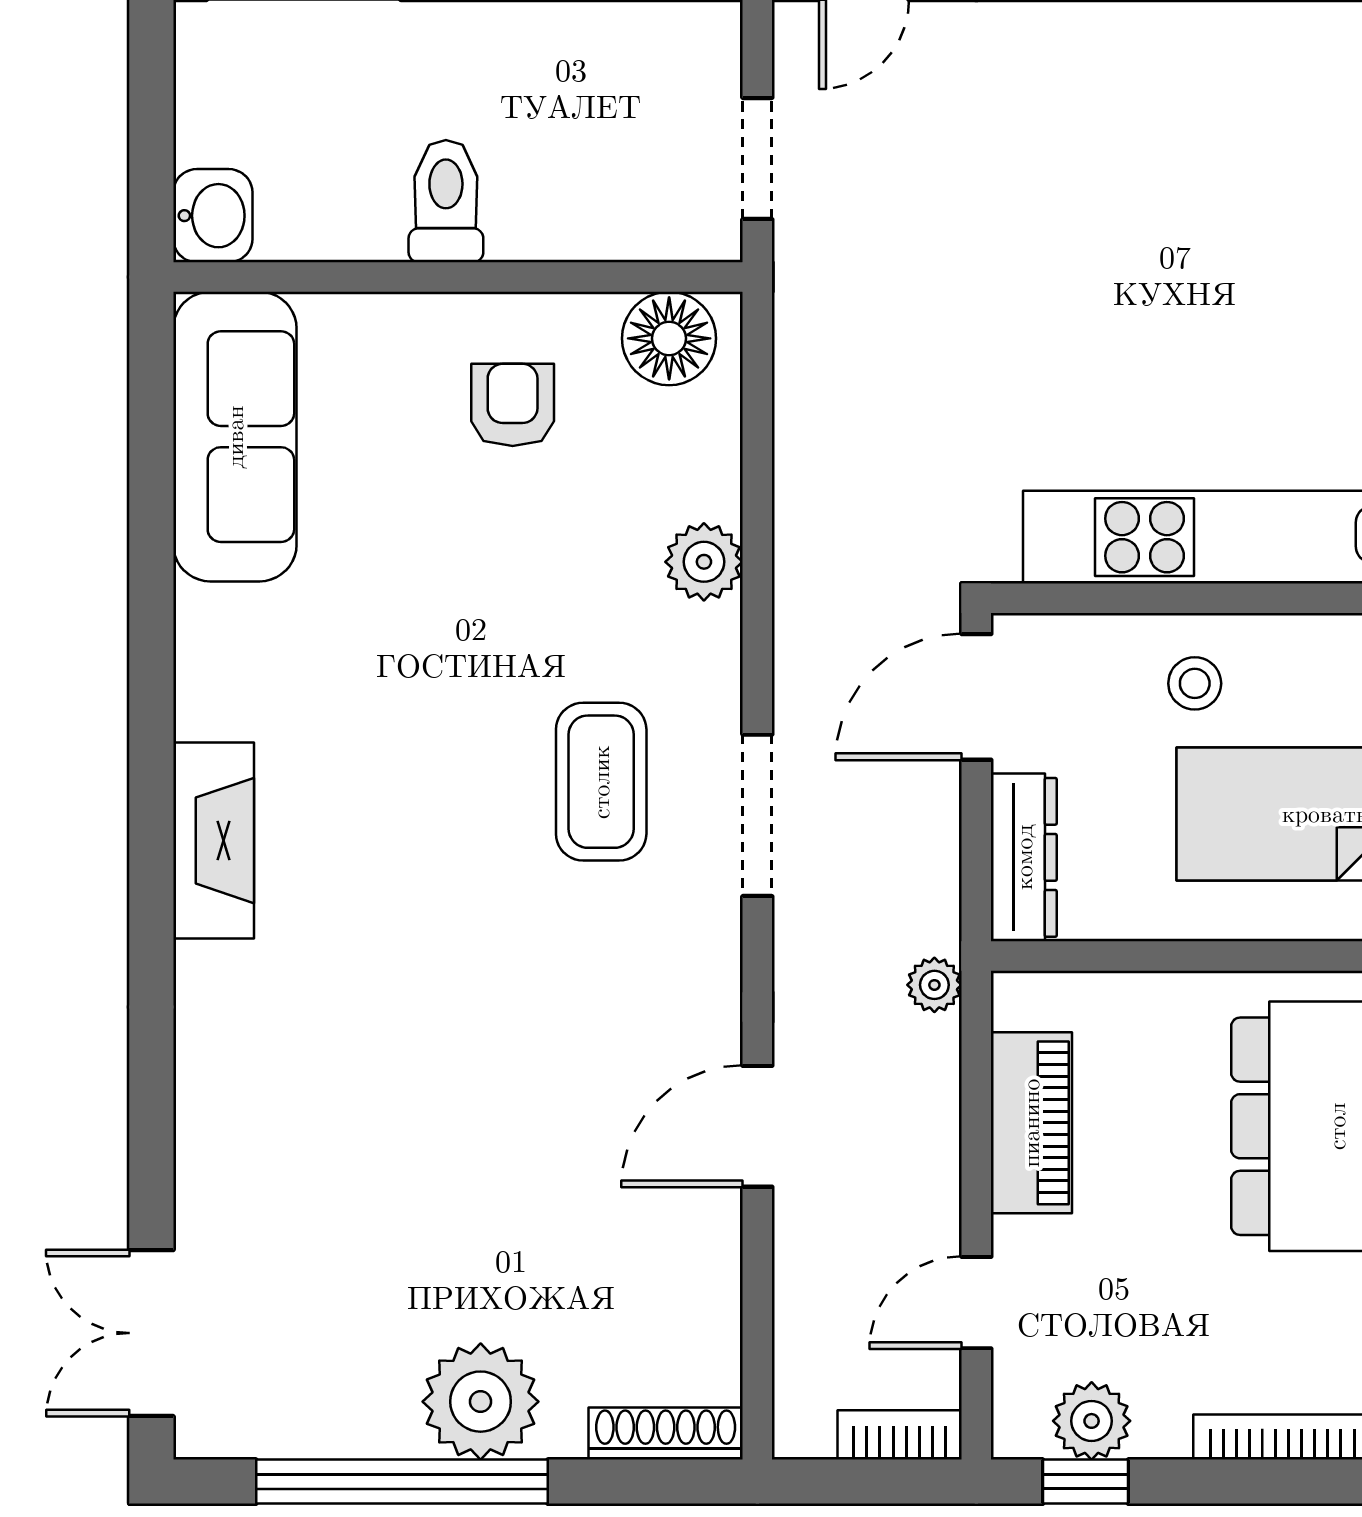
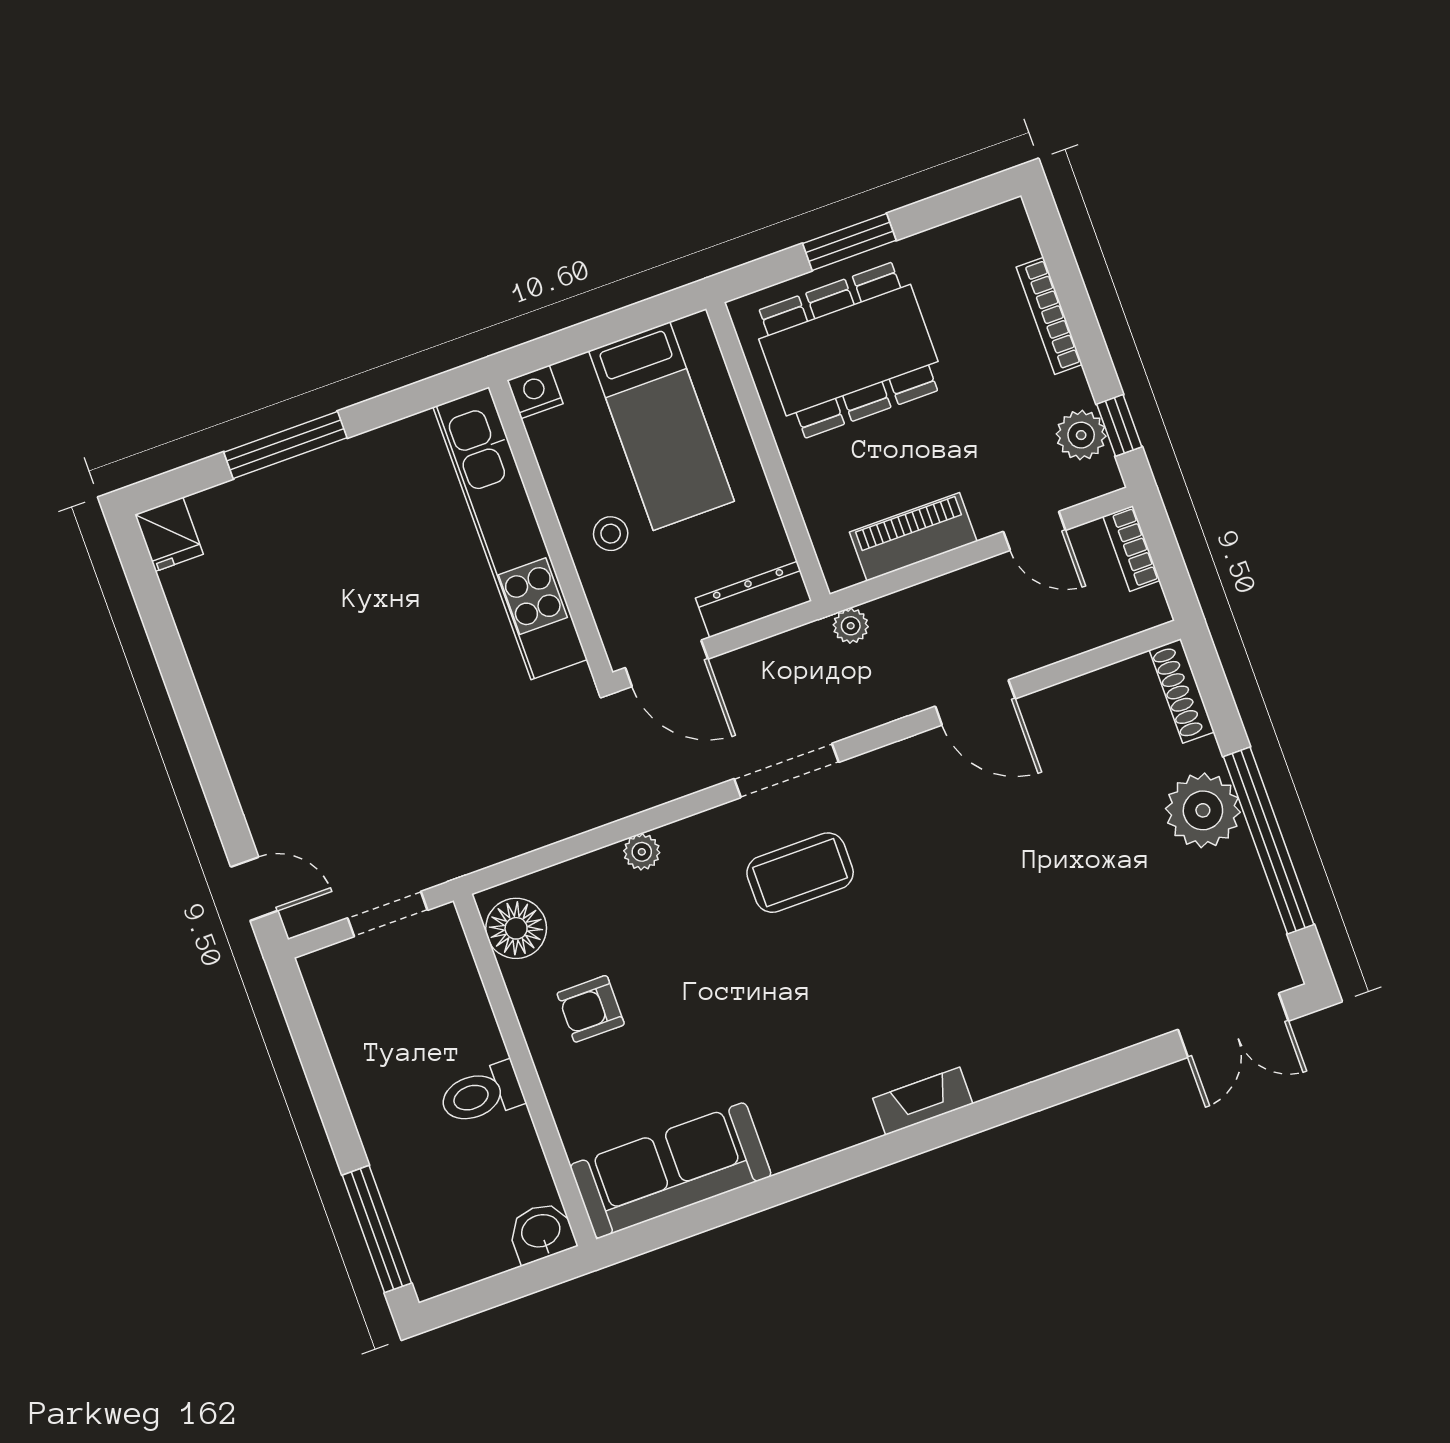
plant: (704, 562) -> (642, 852), width x0.73, depth x0.73
fireplace: (214, 841) -> (923, 1101), width x0.73, depth x0.76

